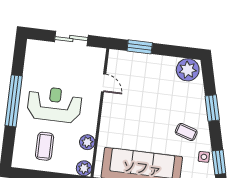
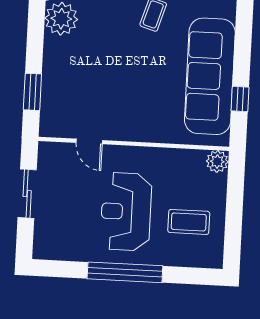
door: (104, 83) -> (89, 141), swing flipped
plant: (87, 142) -> (178, 159), removed

